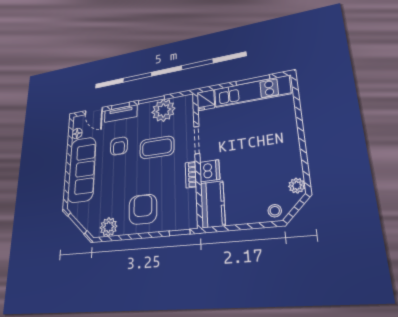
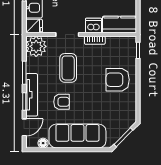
plant: (163, 110) -> (36, 46), moved
tv unit: (121, 114) -> (32, 95), width x1.41
plant: (109, 227) -> (129, 109), removed

